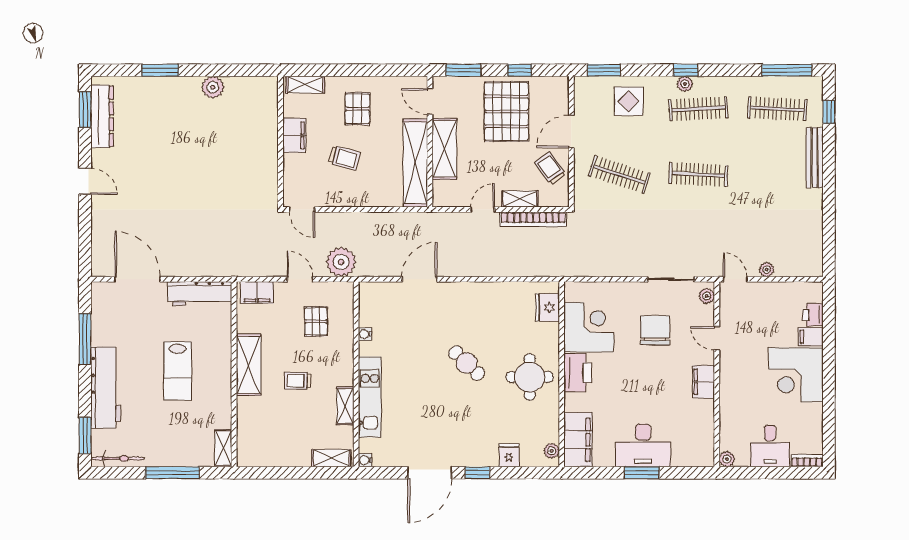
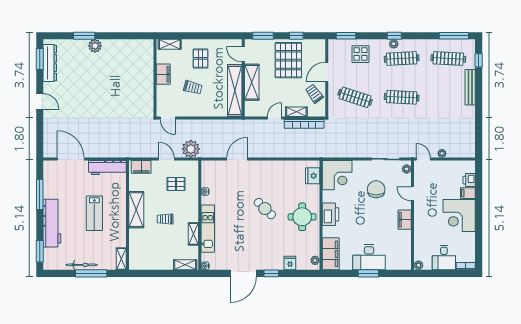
plant: (213, 87) -> (95, 46), moved
pallet: (316, 321) -> (176, 184), turned 90
corner desk: (589, 327) -> (337, 175), moved, turned 90
bicycle: (118, 458) -> (82, 265), moved

